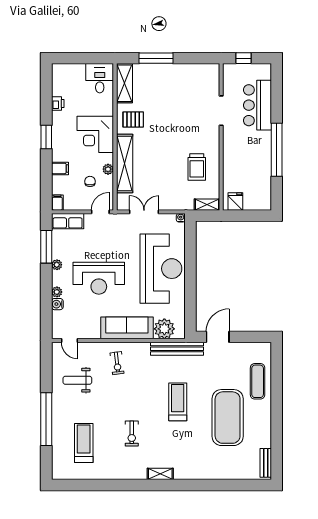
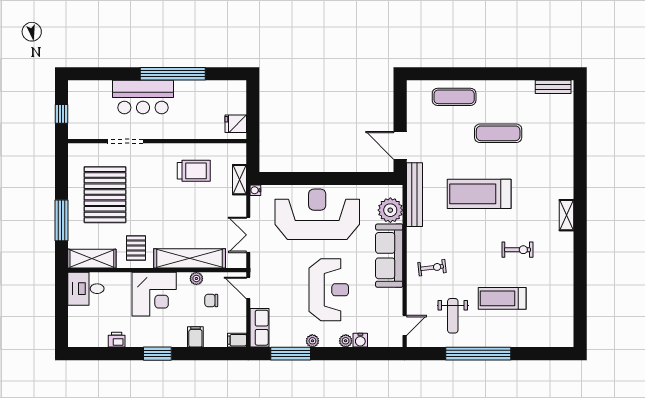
pallet: (177, 94) -> (105, 195), added
bar counter: (257, 105) -> (143, 97), moved
shelving: (207, 205) -> (239, 180), moved
treadmill: (178, 402) -> (479, 194), width x1.37, depth x1.38
exercise mat: (228, 418) -> (498, 133), width x0.50, depth x0.69
window: (46, 419) -> (478, 354), moved
treadmill: (84, 443) -> (502, 298), moved

